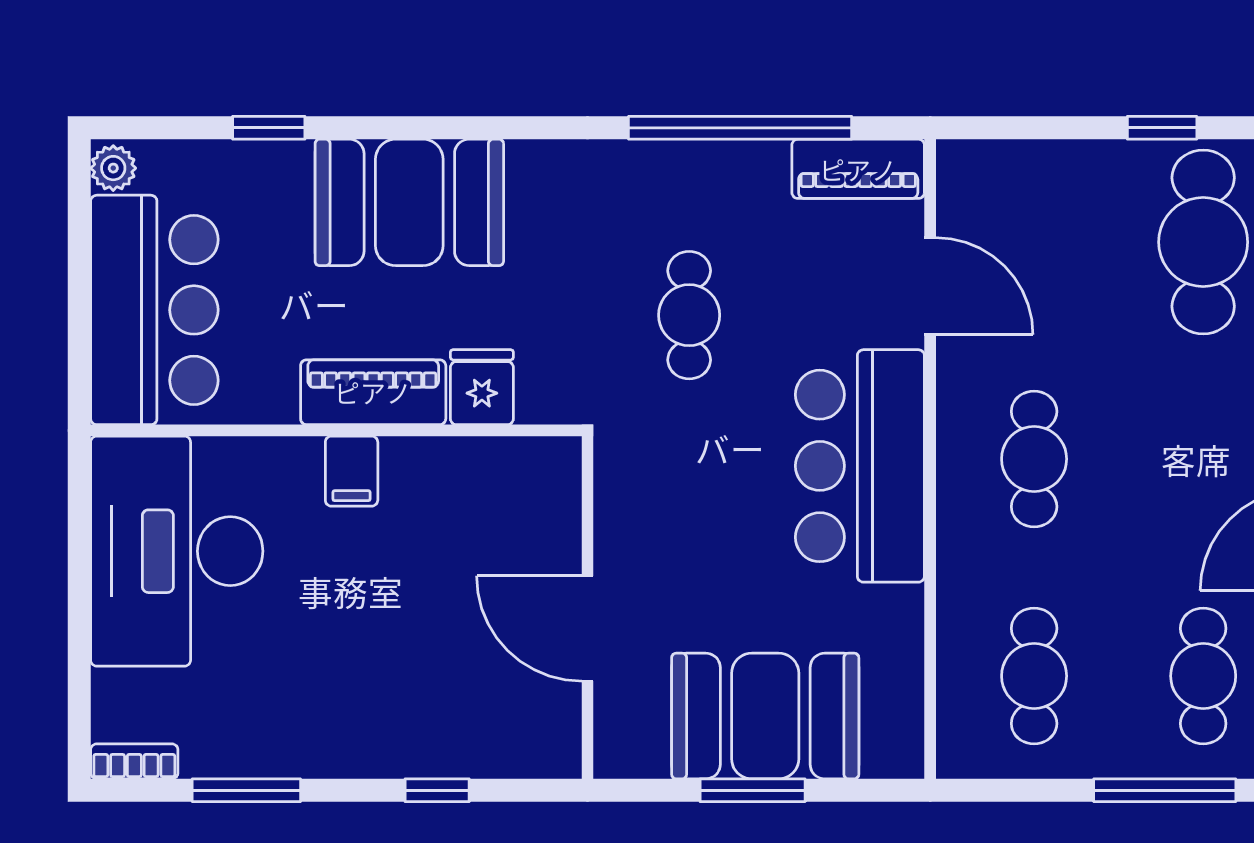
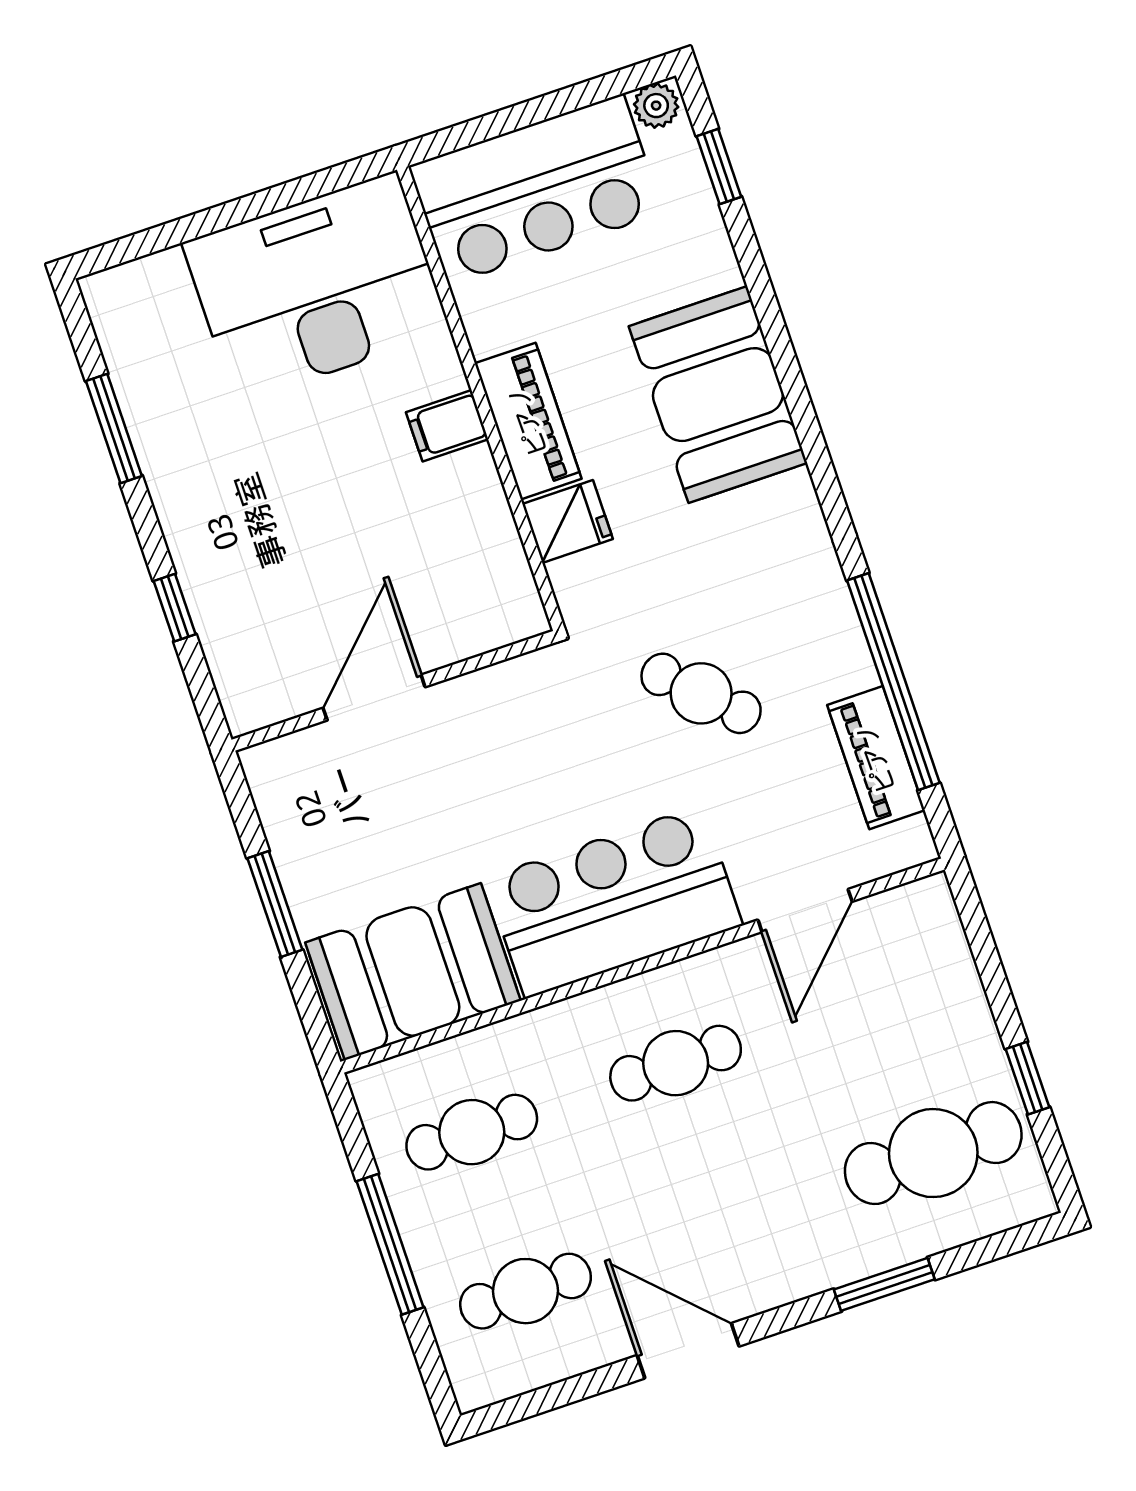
window: (269, 128) -> (719, 167), moved
piano: (858, 169) -> (876, 758), moved
cafe table: (689, 315) -> (701, 693), turned 44
booth: (765, 716) -> (413, 972), moved, turned 90
bookcase: (134, 761) -> (105, 314), removed
window: (1165, 790) -> (390, 1244), moved

